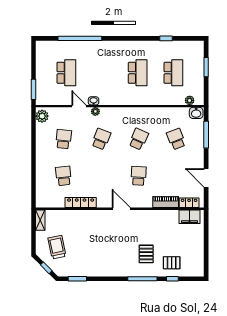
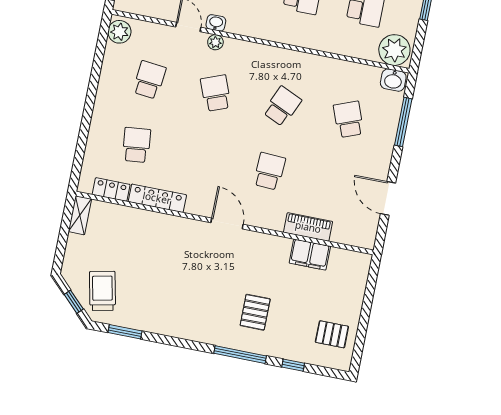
plant: (190, 100) -> (394, 50), width x1.88, depth x1.88
school desk: (101, 139) -> (216, 93), turned -42
locker: (189, 203) -> (111, 190), moved
filing cabinet: (189, 217) -> (310, 255), moved
trolley: (57, 247) -> (102, 291), moved
pallet: (172, 263) -> (332, 334), moved

